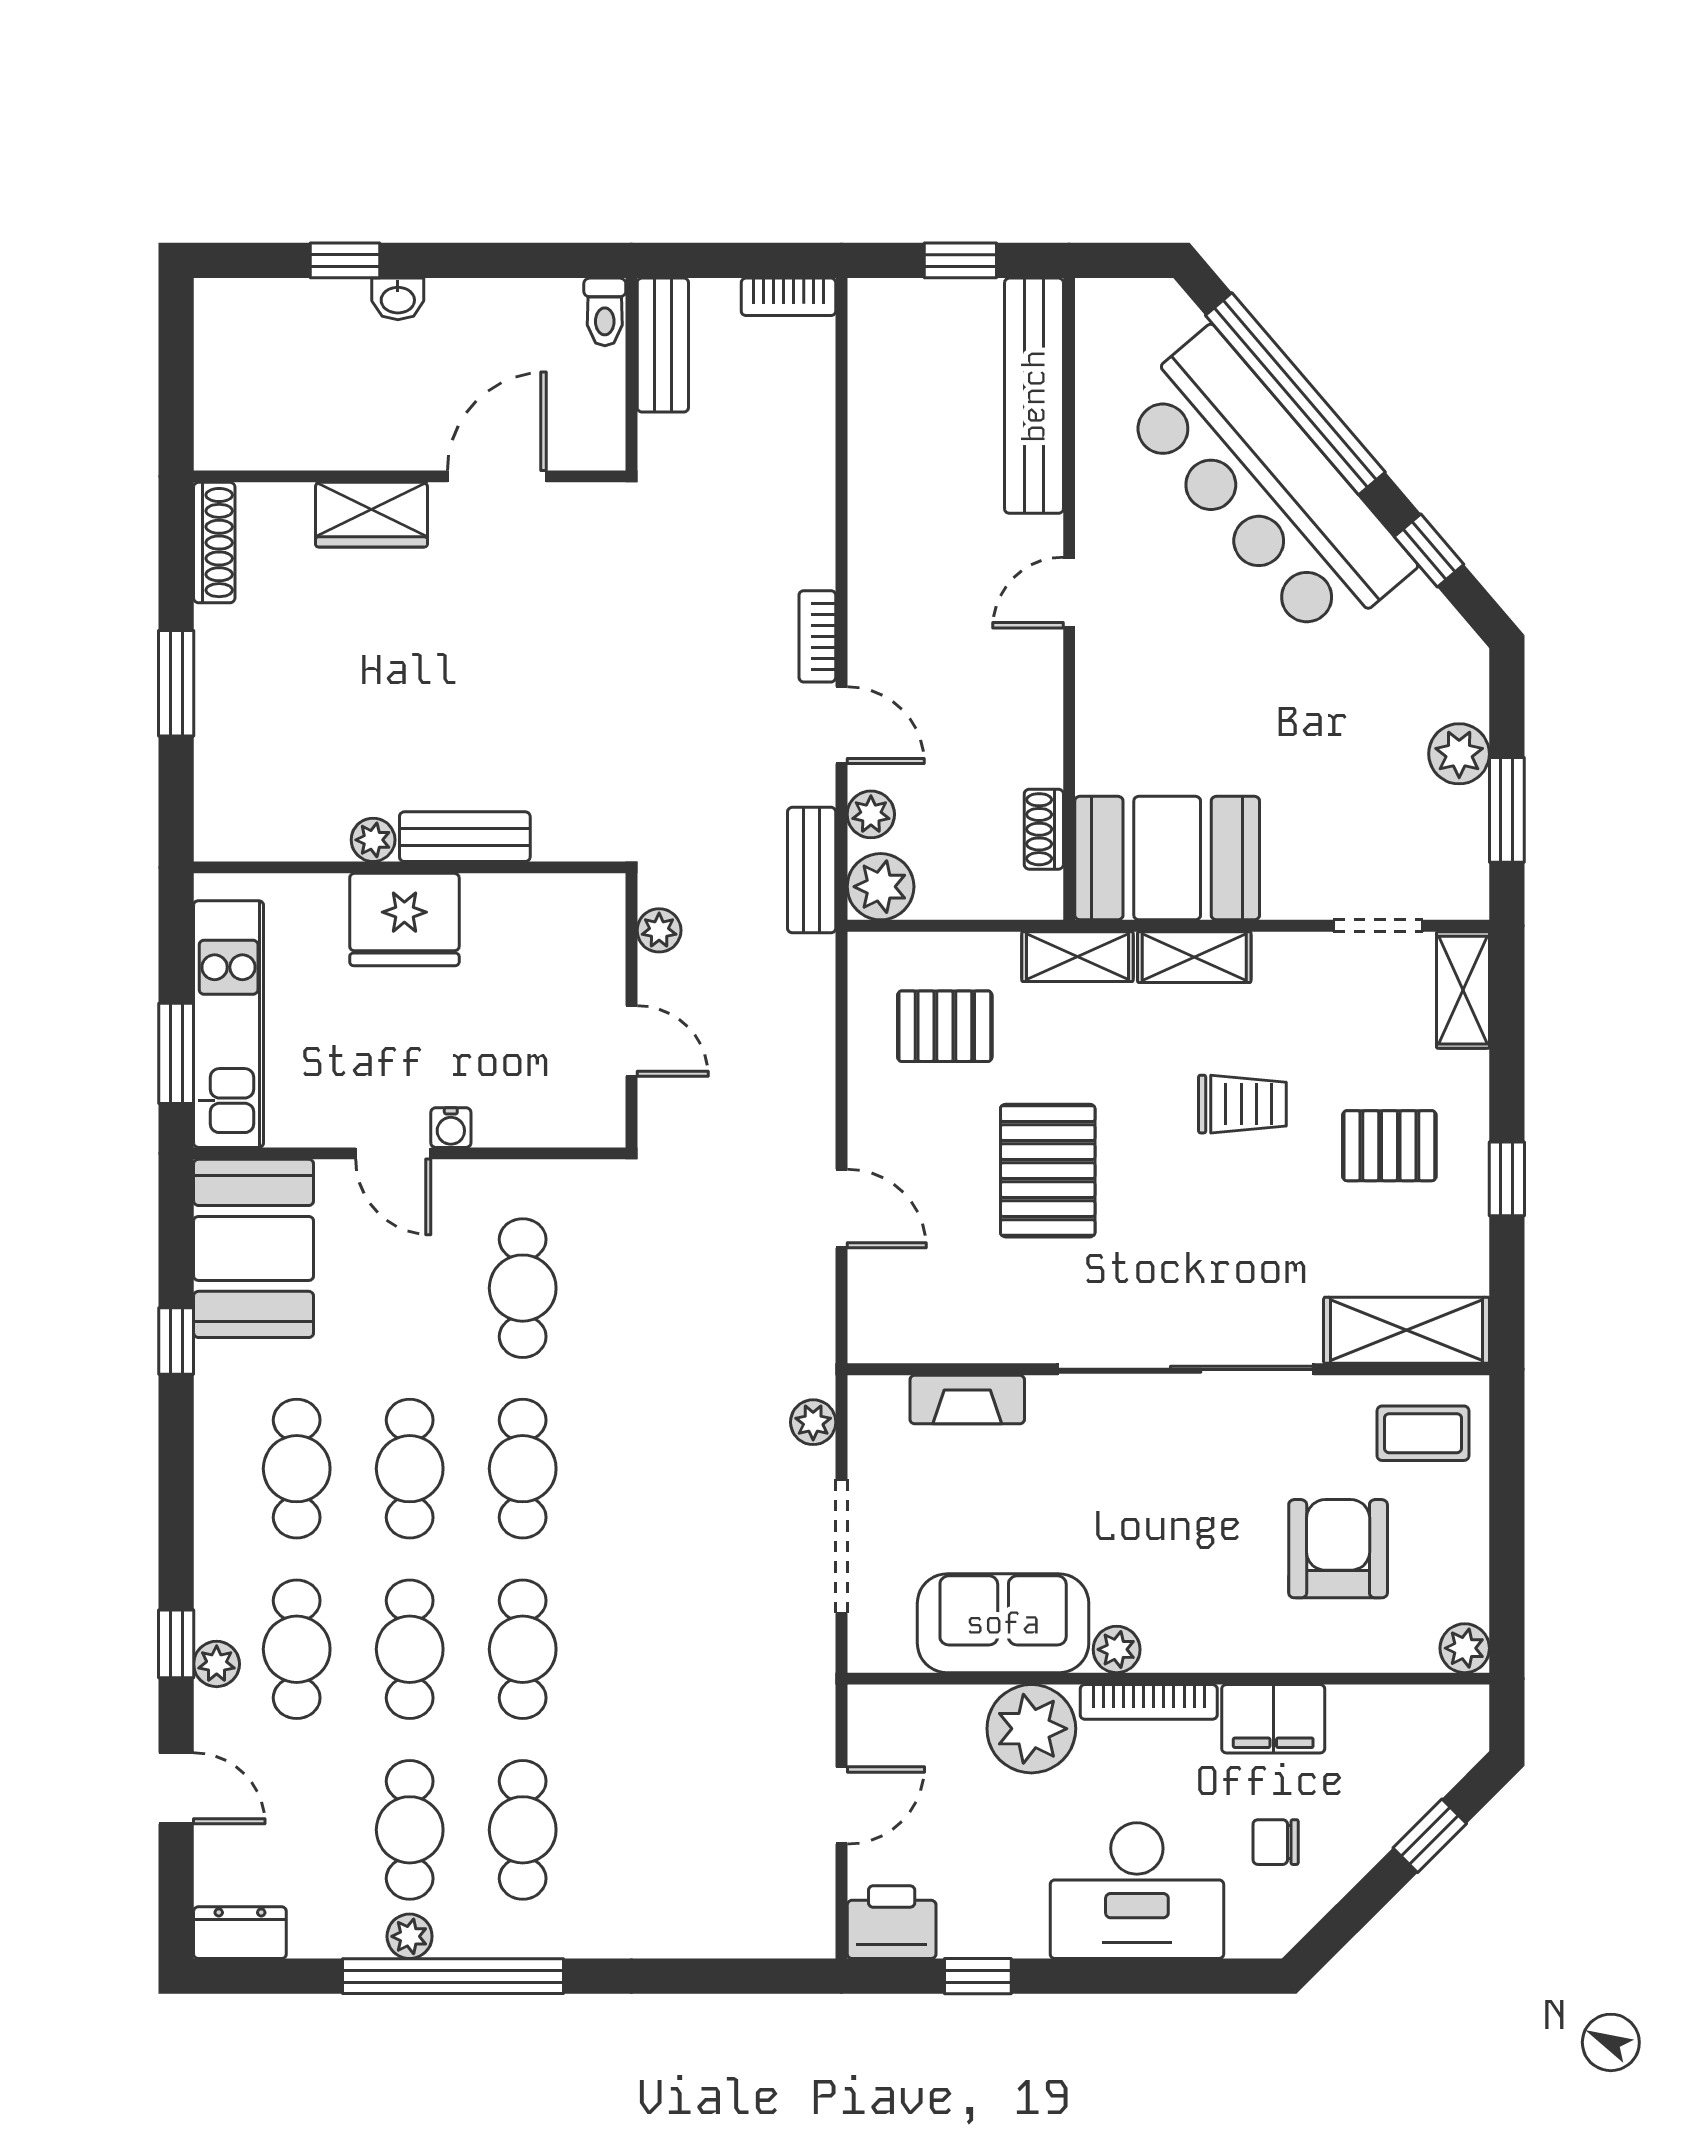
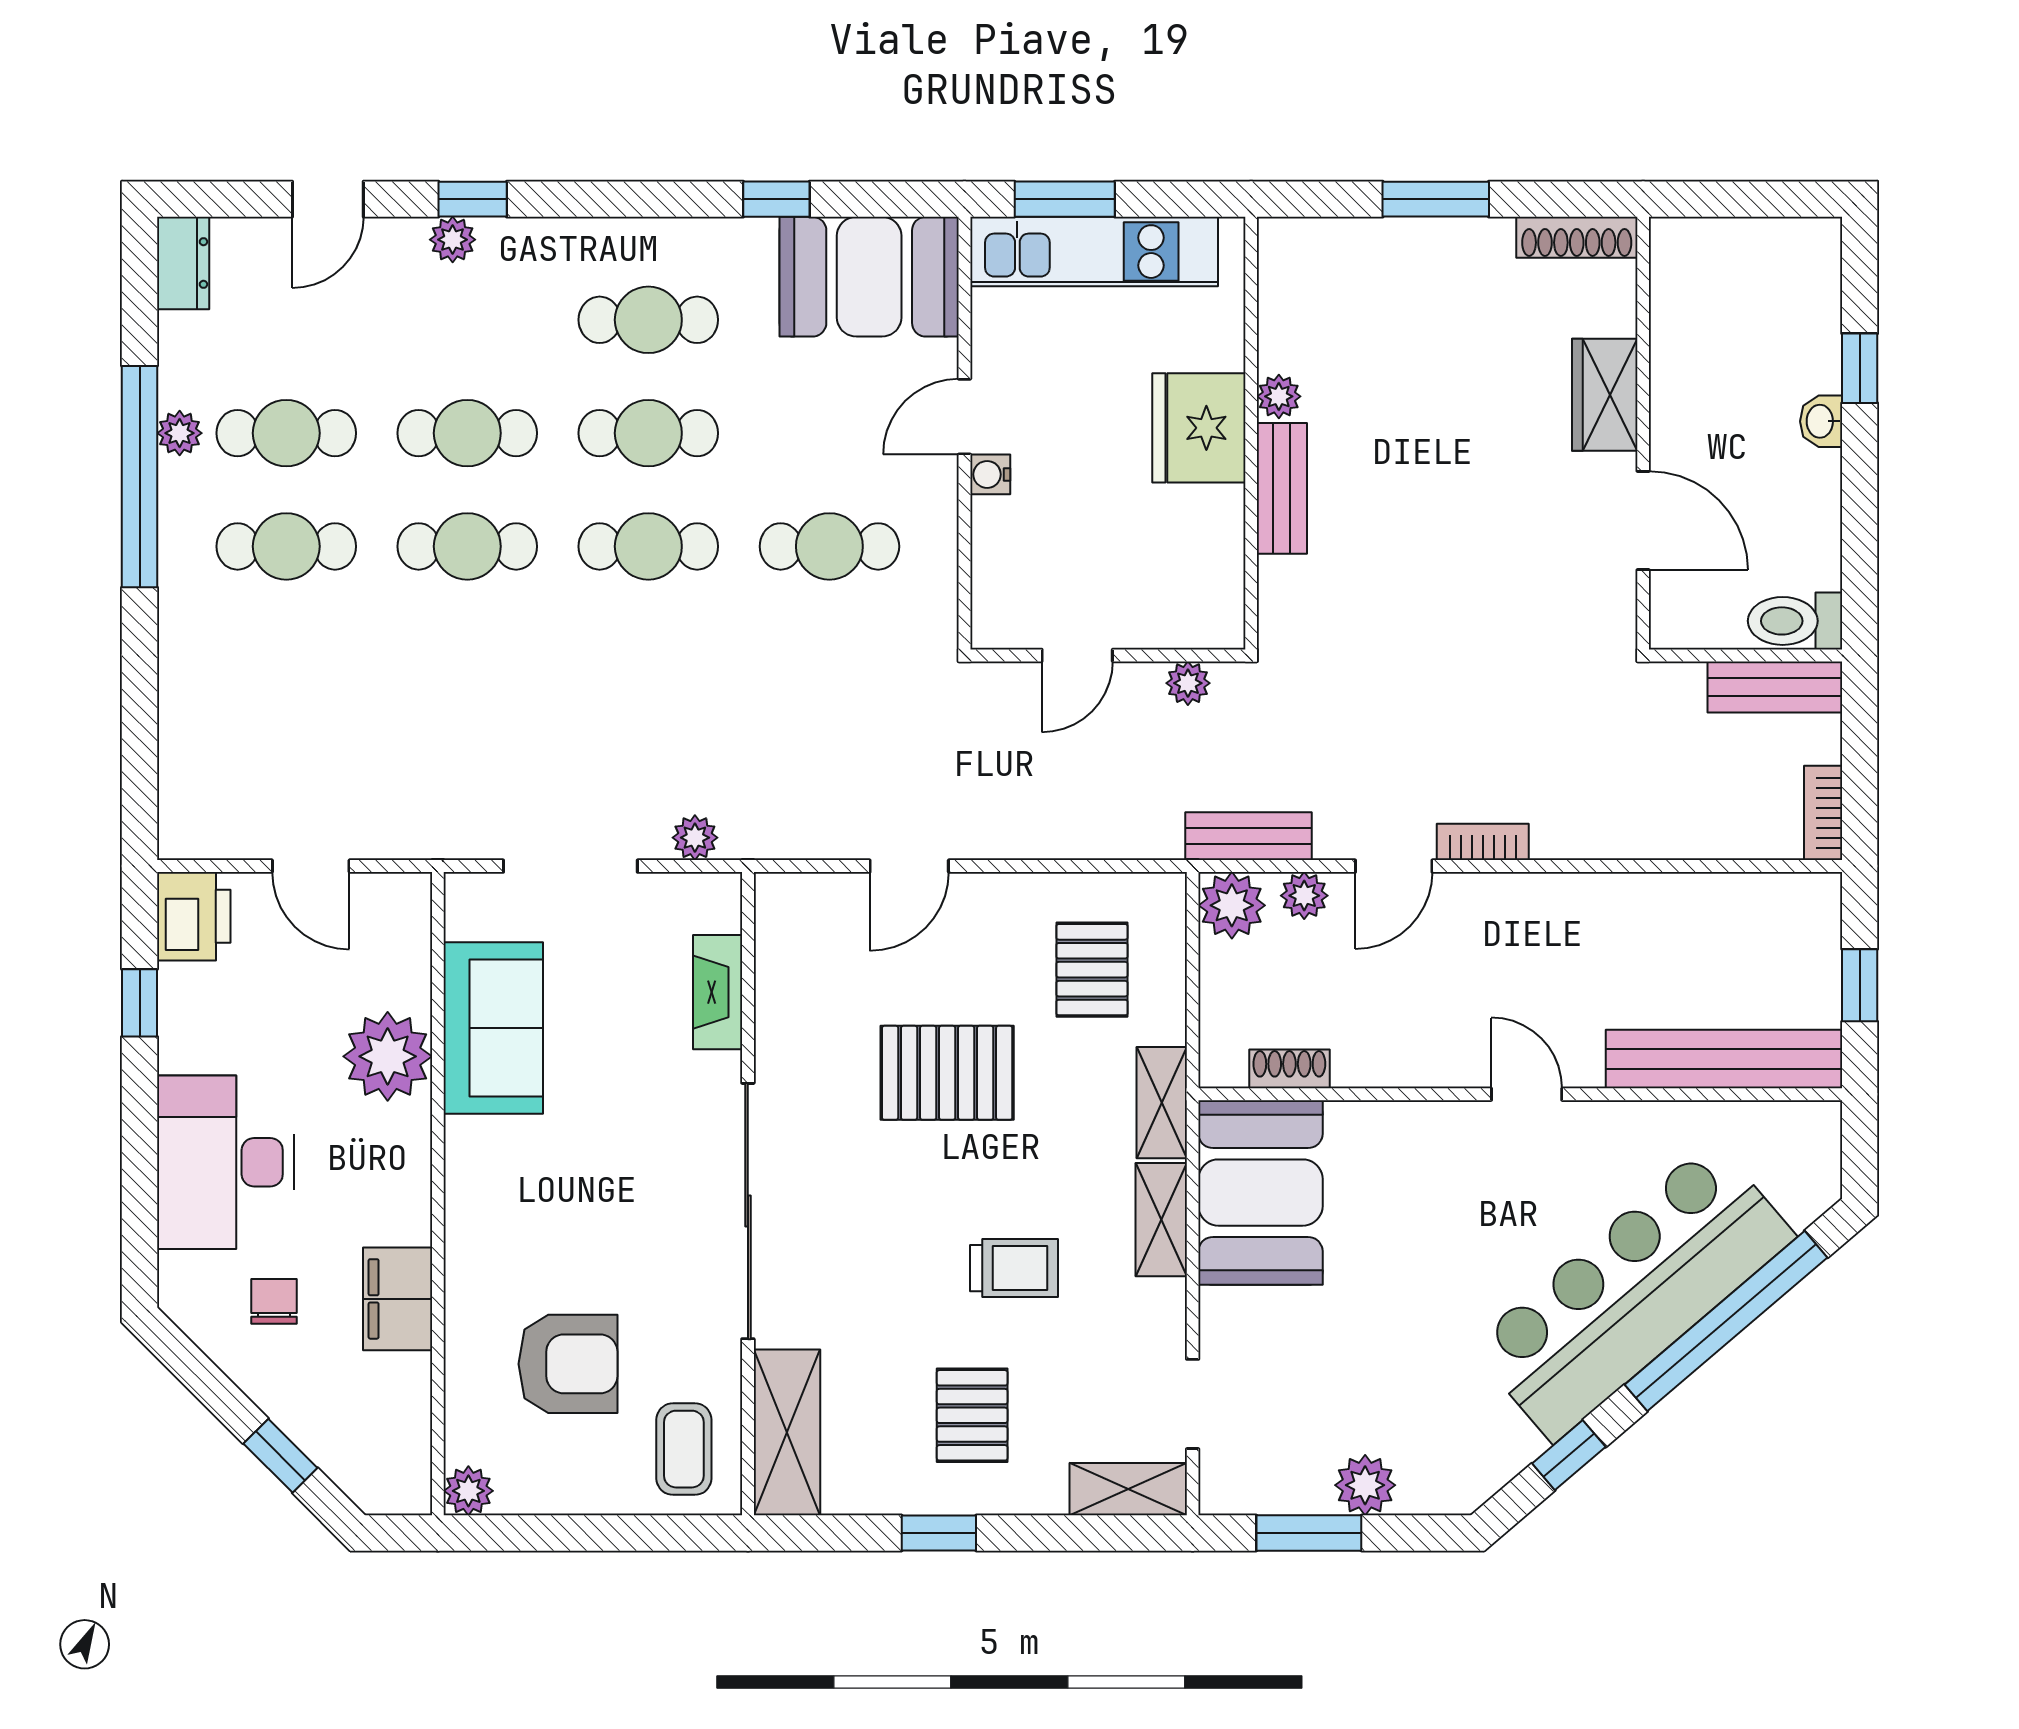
toilet: (605, 312) -> (1795, 621), width x1.37, depth x1.39
trolley: (1242, 1104) -> (1014, 1268), turned -90
cafe table: (297, 1649) -> (467, 320), removed
plant: (1117, 1649) -> (467, 1142), removed
bookcase: (1149, 1702) -> (414, 1174), removed

